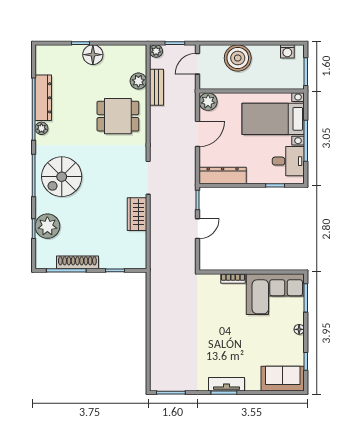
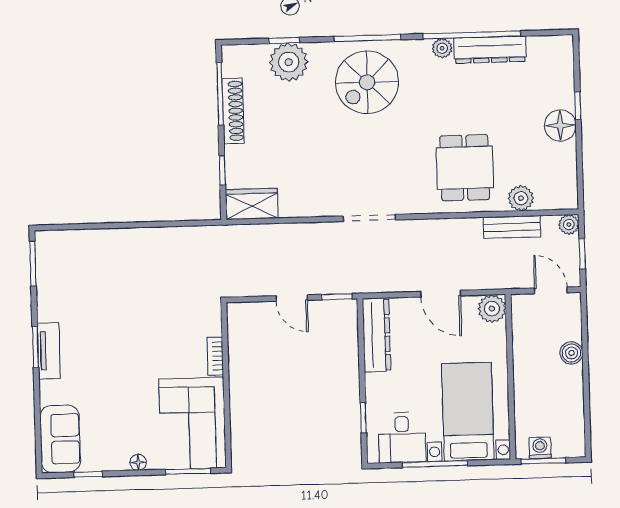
washing machine: (287, 51) -> (540, 448), moved, turned 90
boiler: (238, 58) -> (571, 353), width x0.54, depth x0.54
spiral stairs: (62, 177) -> (367, 82), turned -90
wardrobe: (137, 214) -> (252, 204), moved

